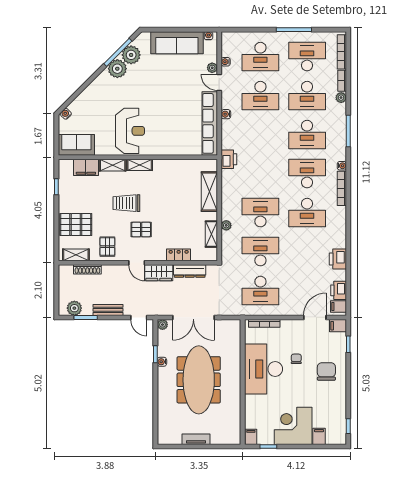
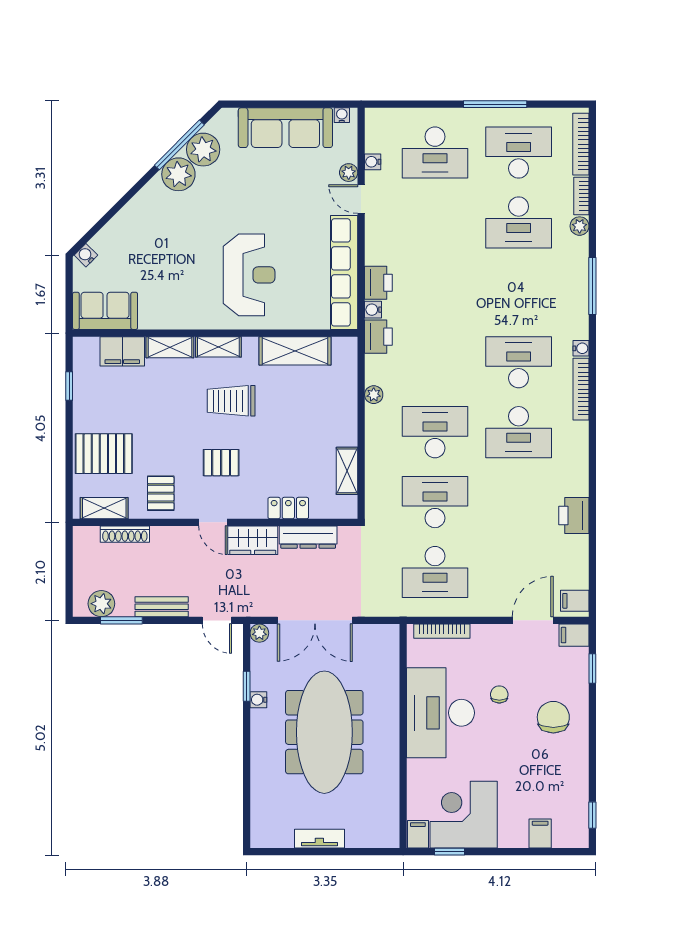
desk: (260, 96) -> (435, 222), removed
water cooler: (226, 114) -> (373, 310), moved
reception desk: (130, 131) -> (249, 275), moved
desk: (307, 135) -> (519, 292), removed
shelving: (209, 192) -> (295, 351), moved, turned 90
trolley: (126, 203) -> (231, 401), moved
plant: (226, 225) -> (374, 395), moved
printer: (339, 290) -> (378, 283), moved, turned 180
corner desk: (293, 426) -> (464, 815), moved

